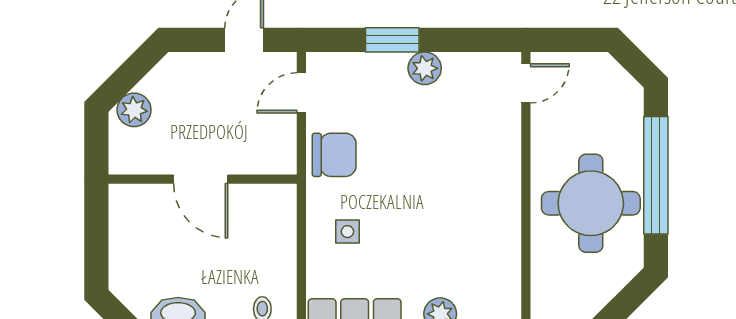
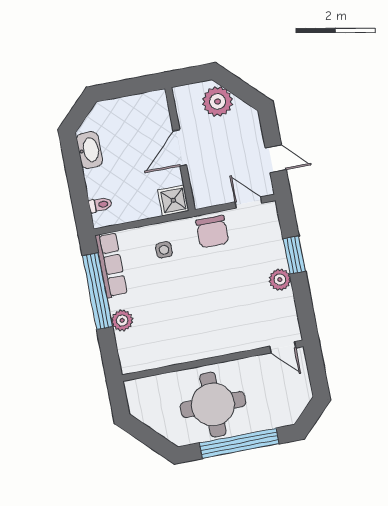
plant: (134, 110) -> (218, 102), width x1.36, depth x1.36
shower: (277, 204) -> (173, 200), added

